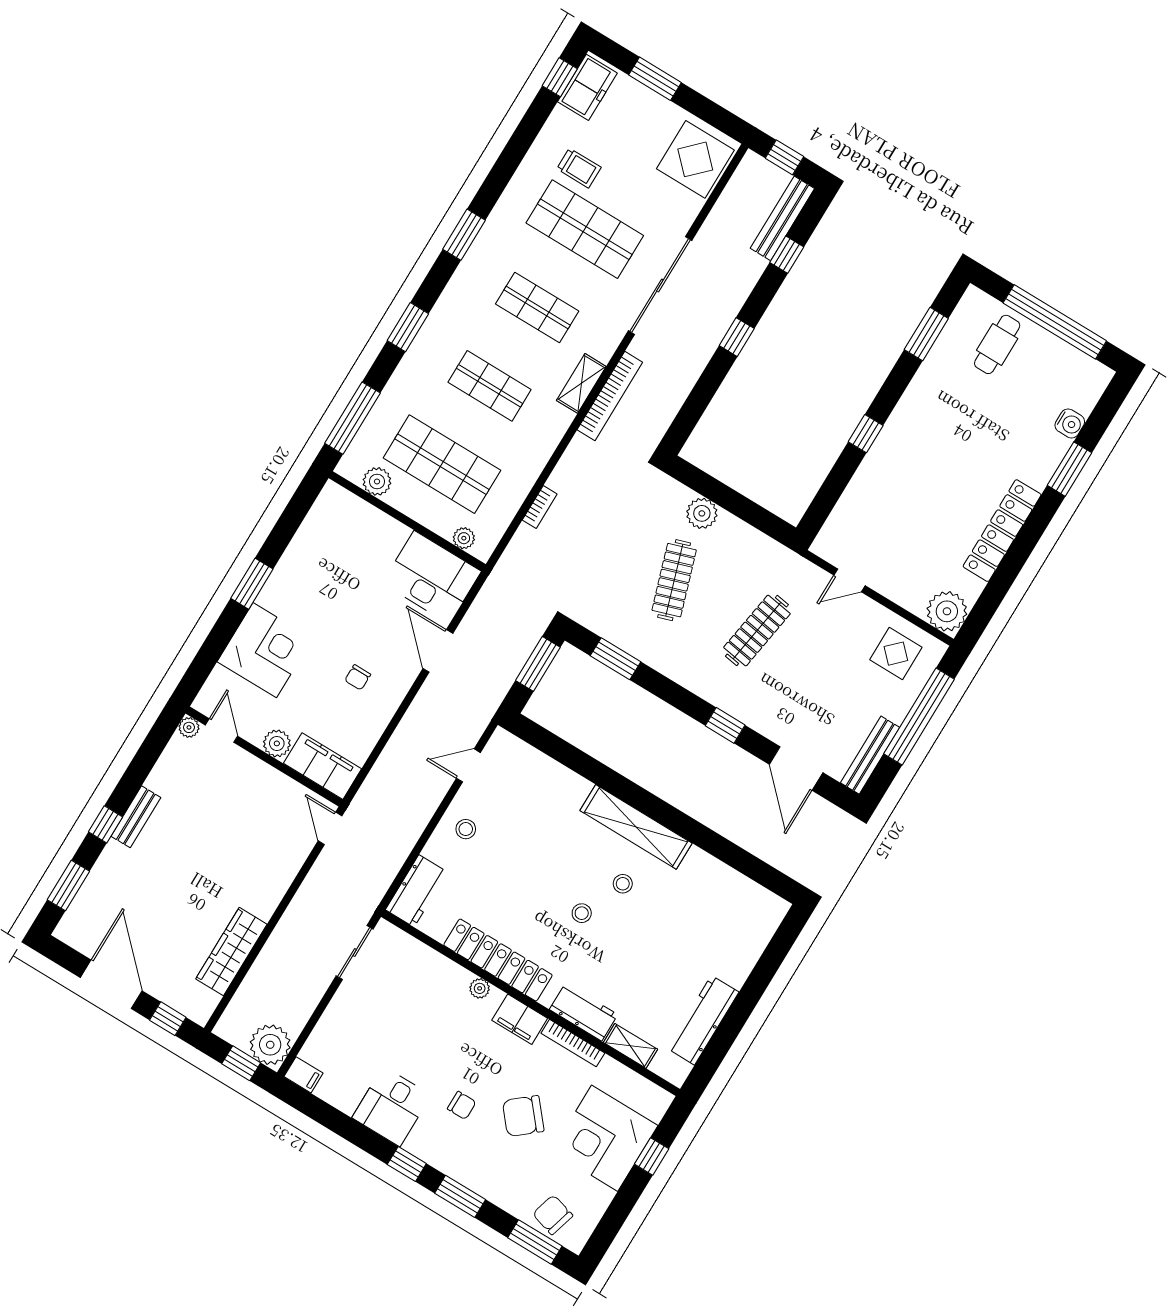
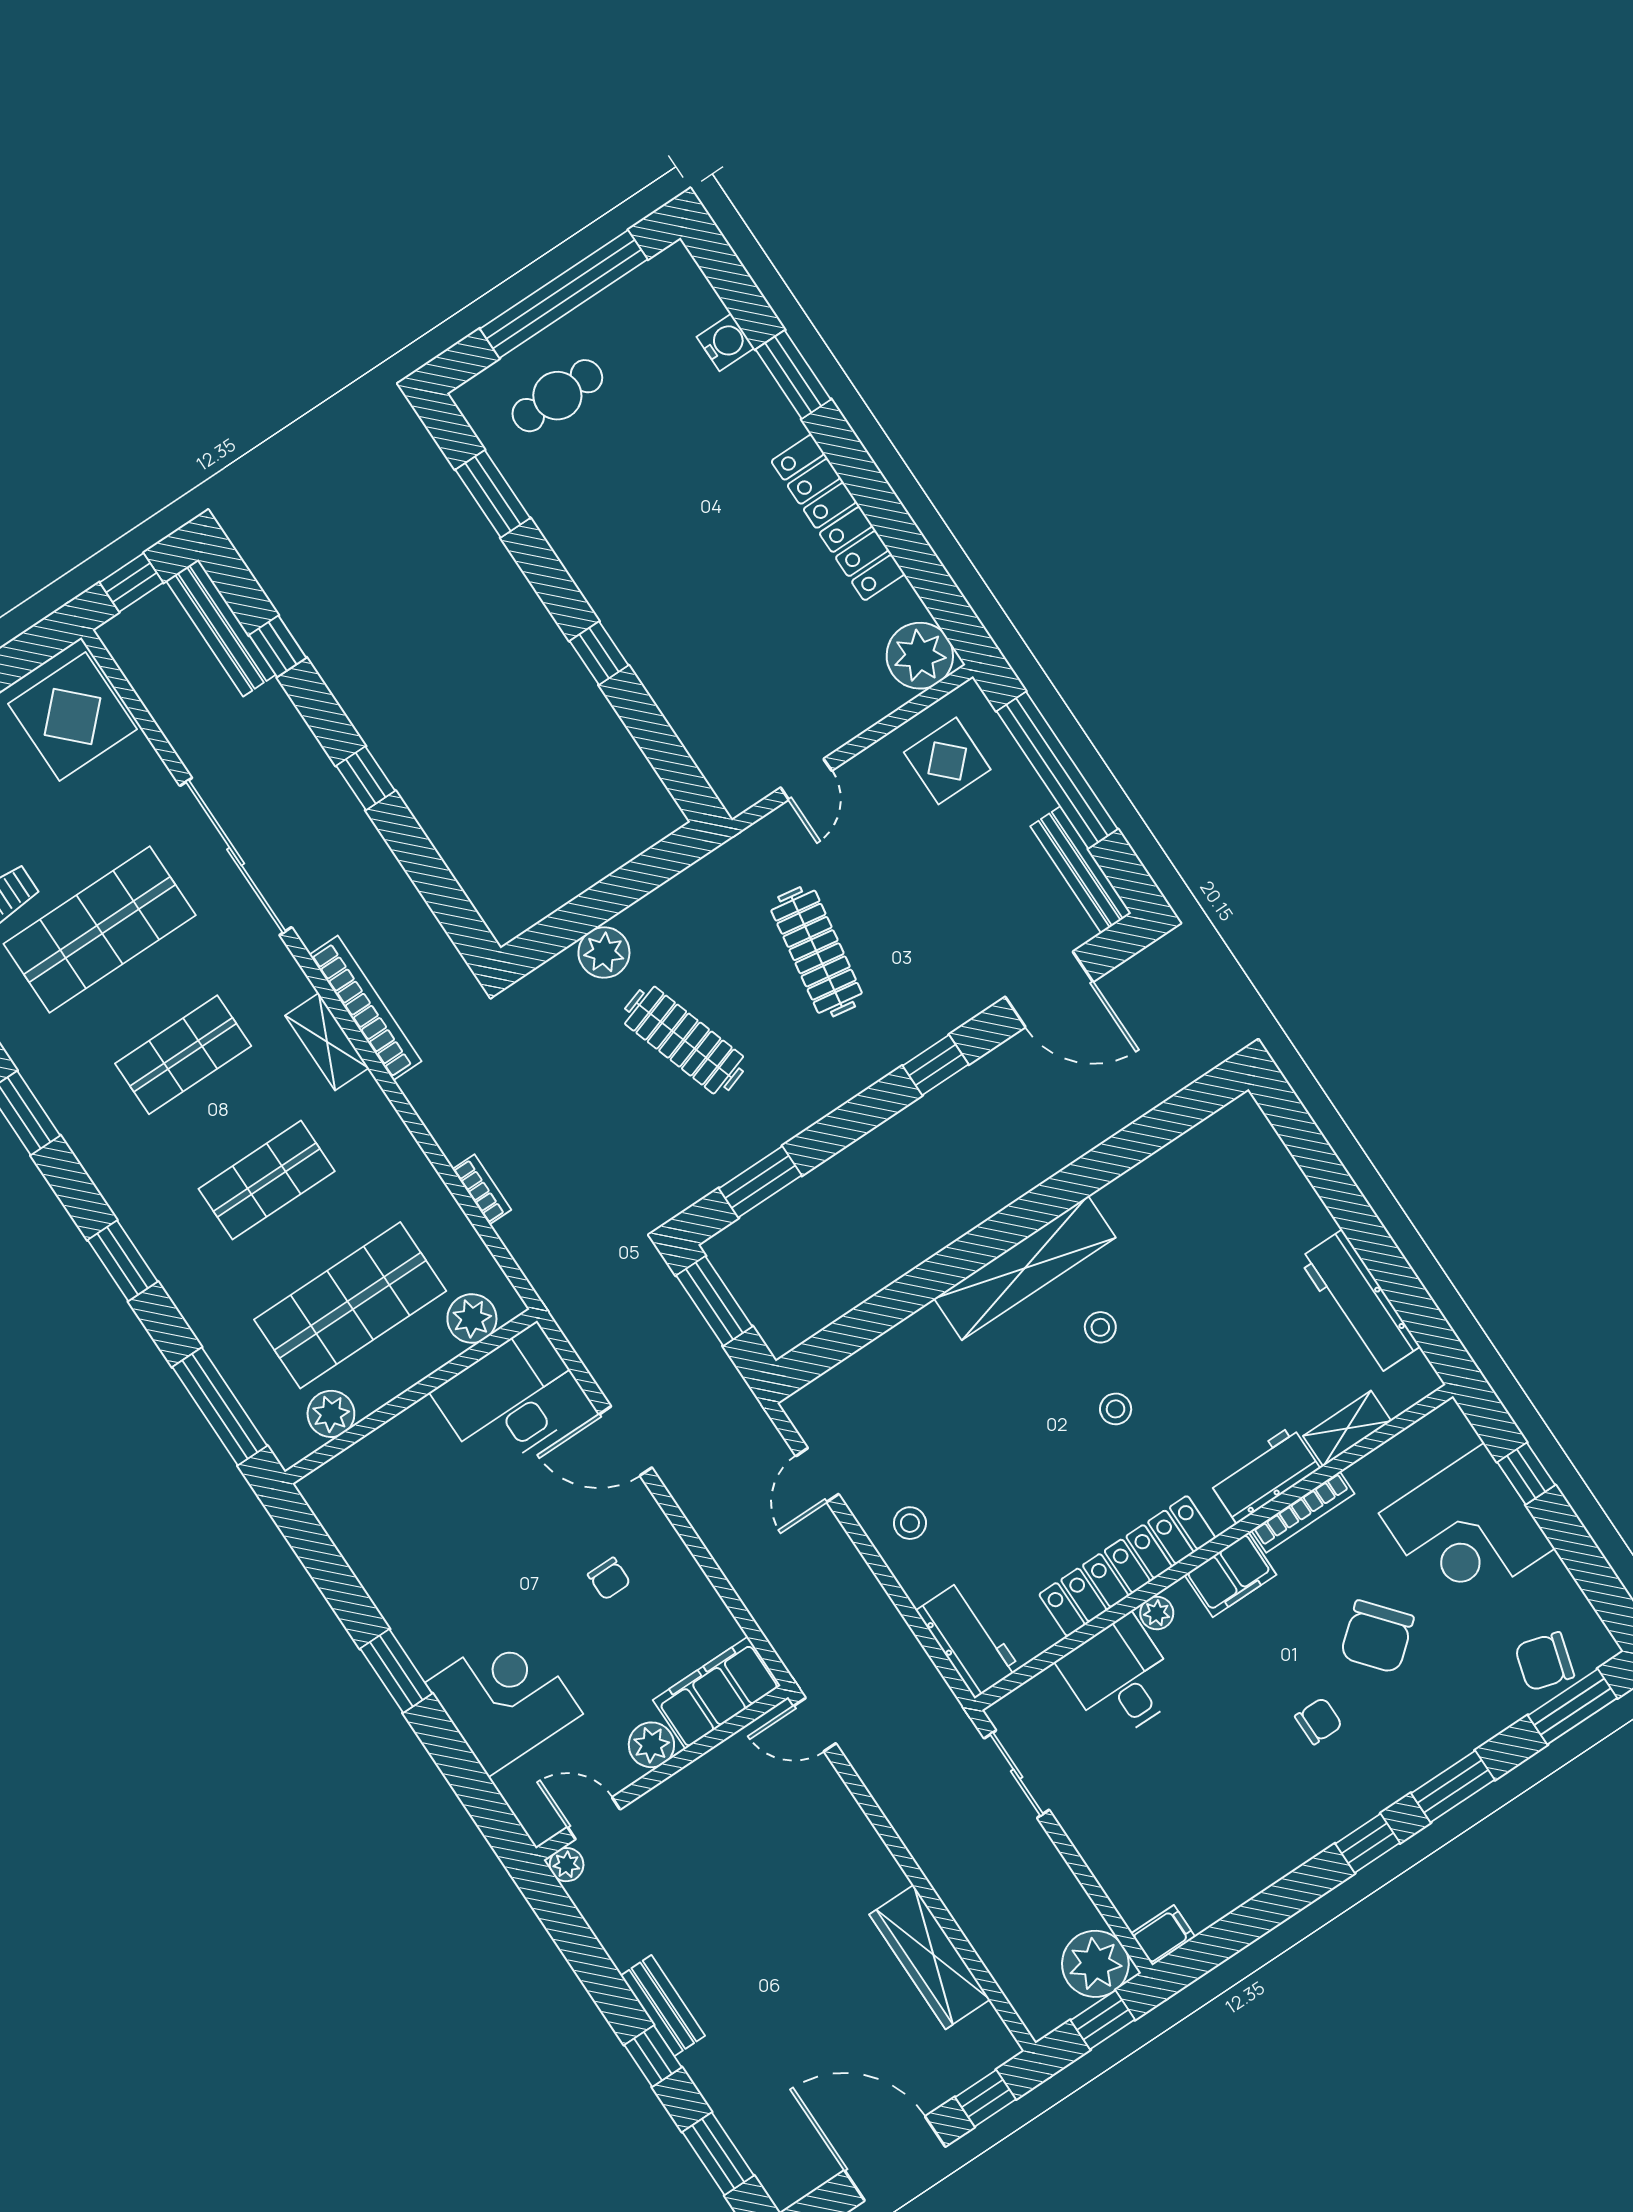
cafe table: (997, 344) -> (557, 396), turned 90
plant: (464, 538) -> (472, 1318), width x1.38, depth x1.38
desk: (392, 1107) -> (1120, 1678), moved, turned 180

